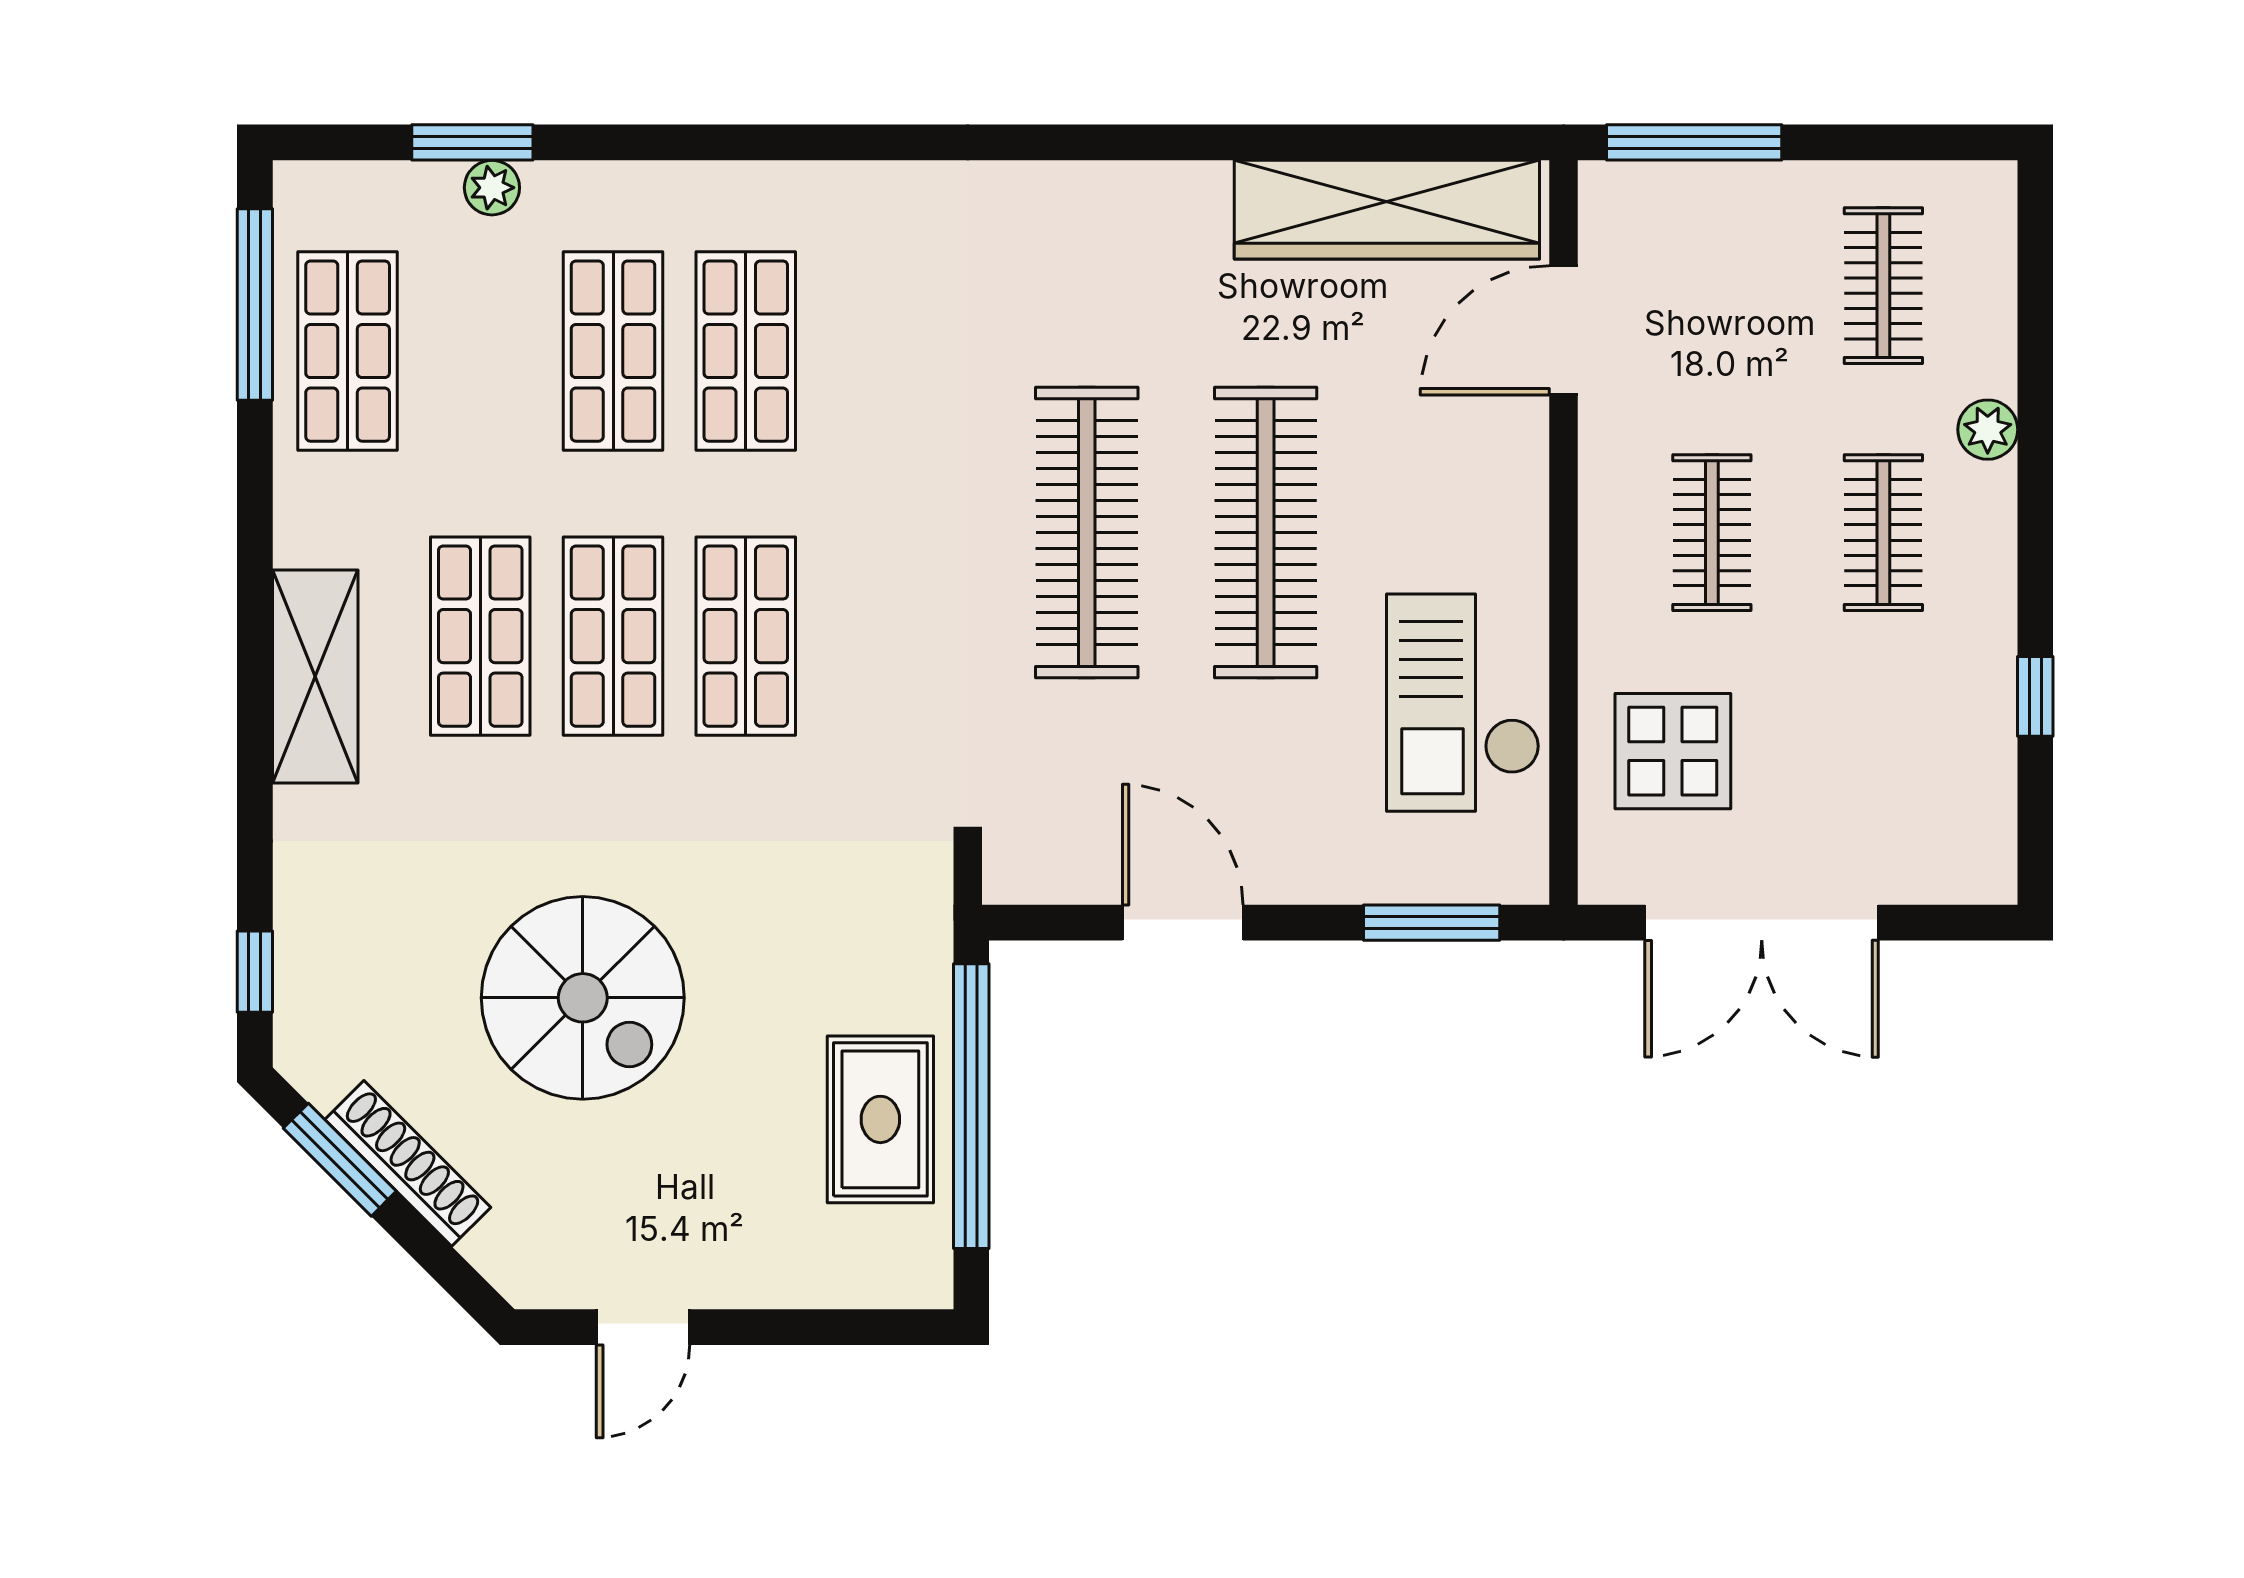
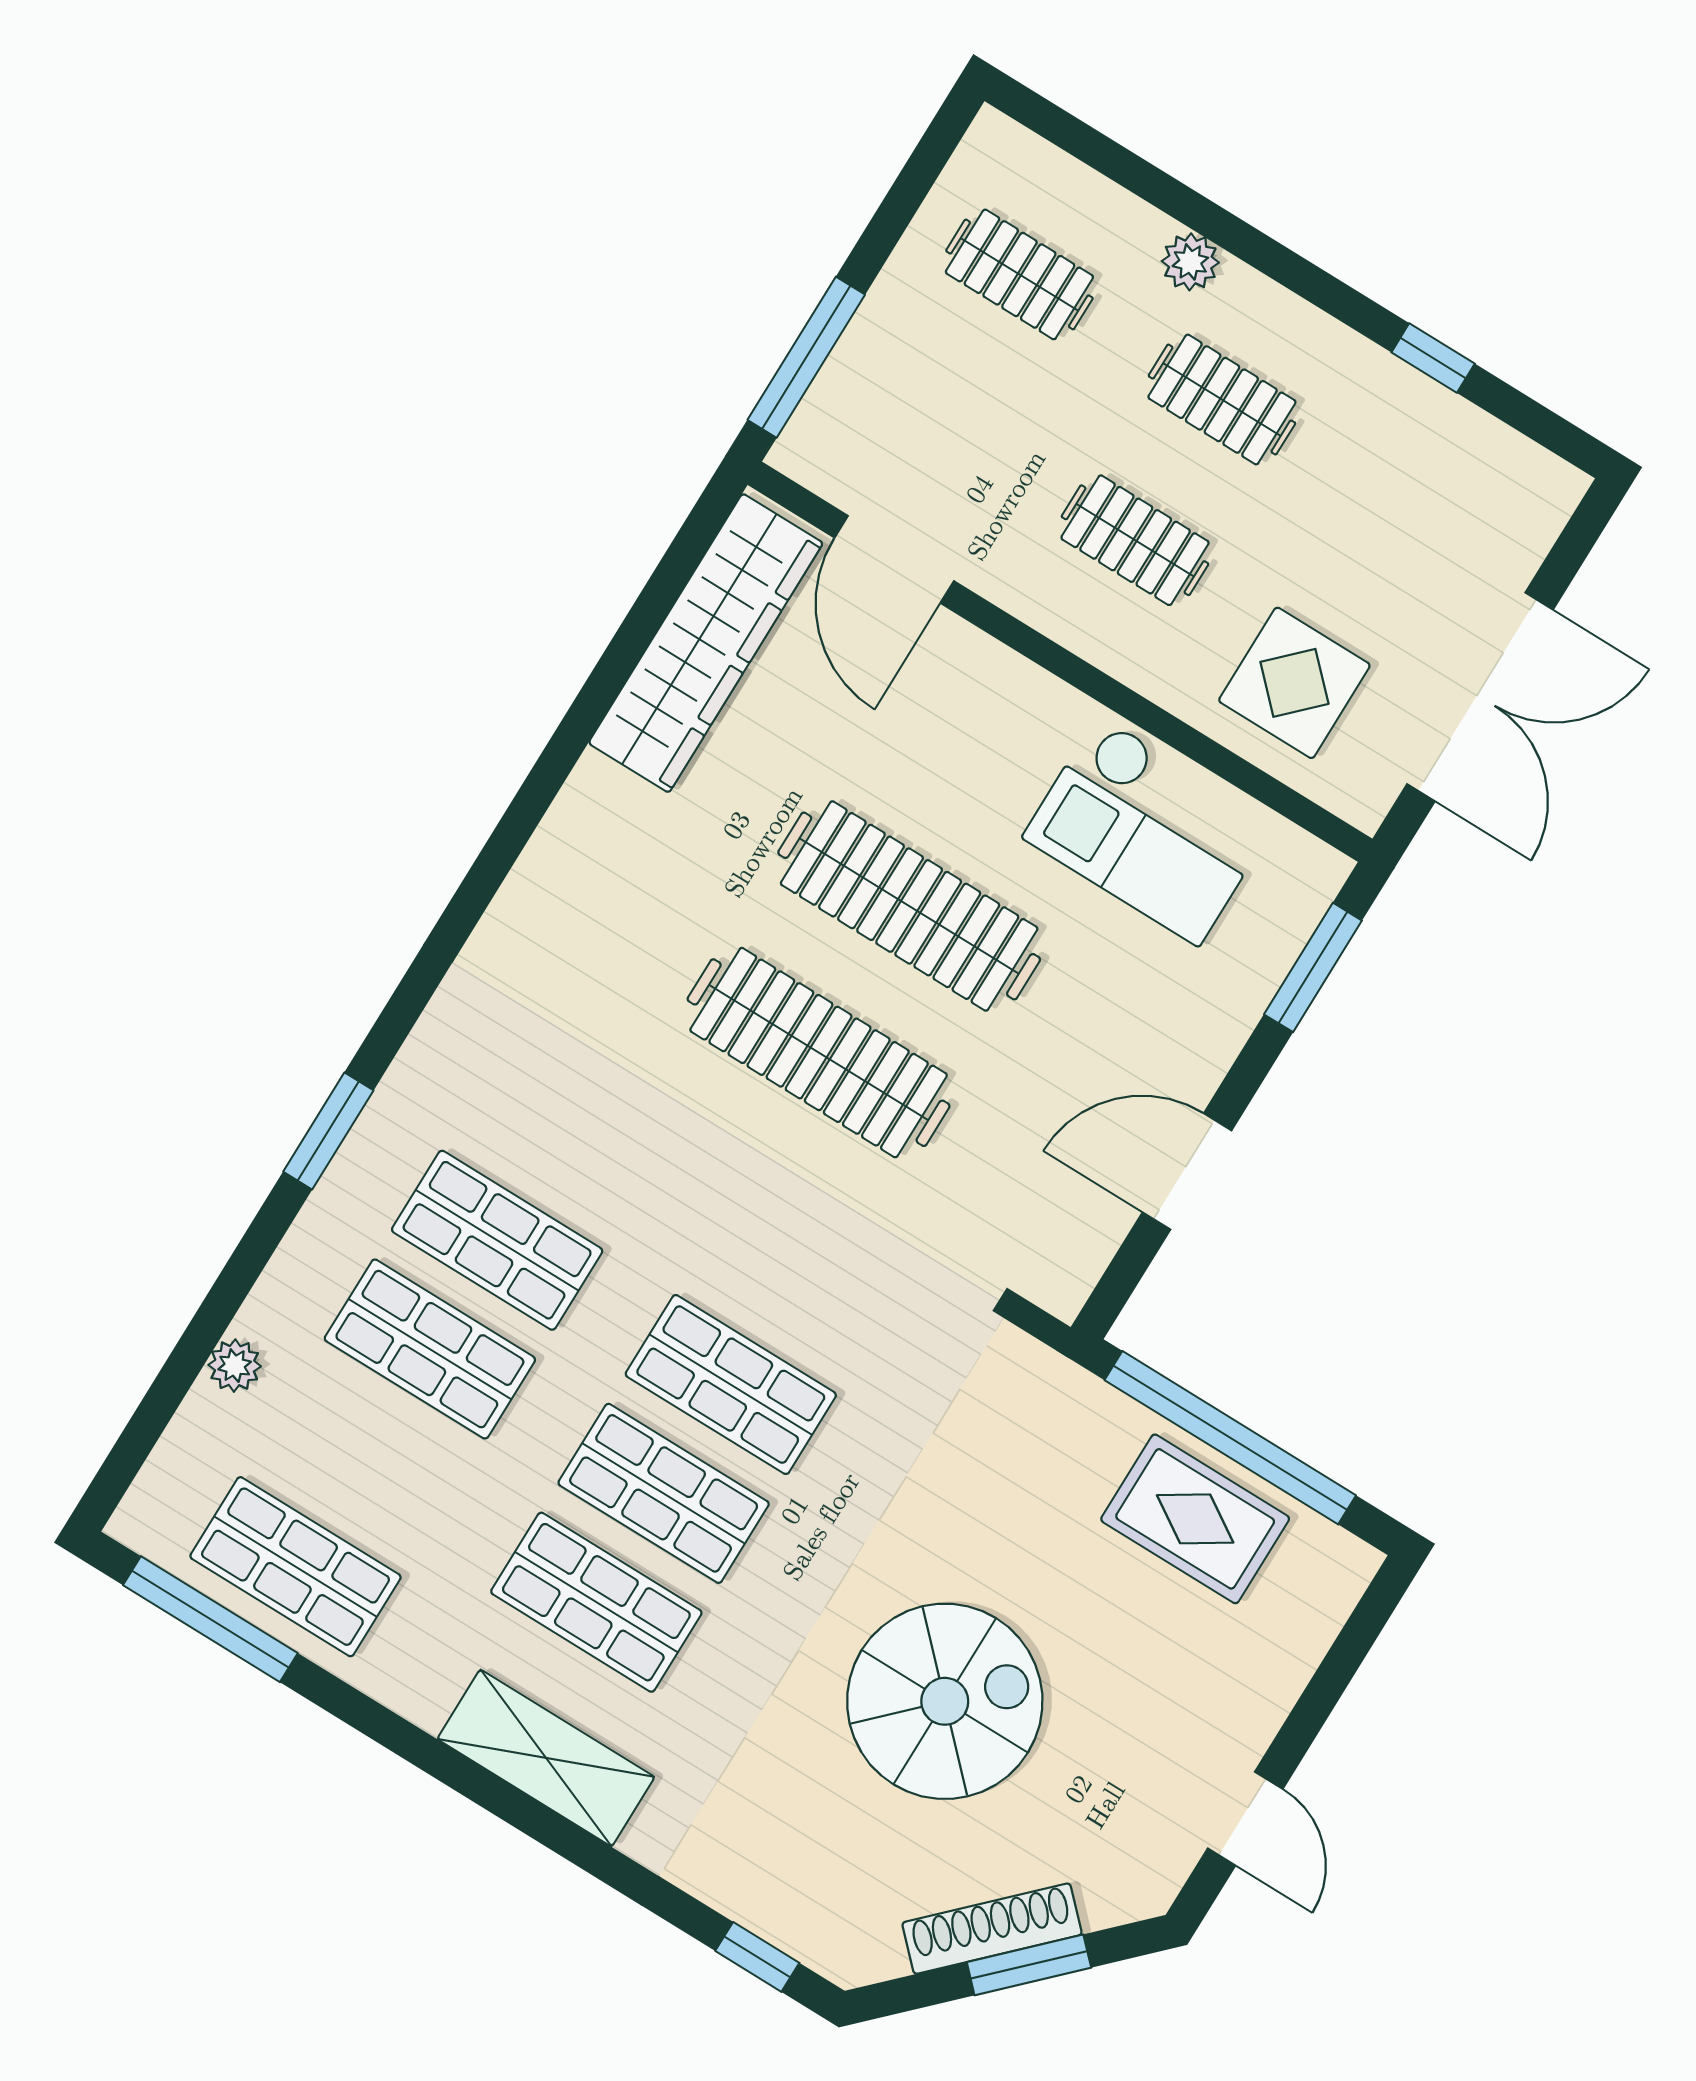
window: (472, 142) -> (328, 1131), moved
window: (340, 1160) -> (1029, 1965), moved

